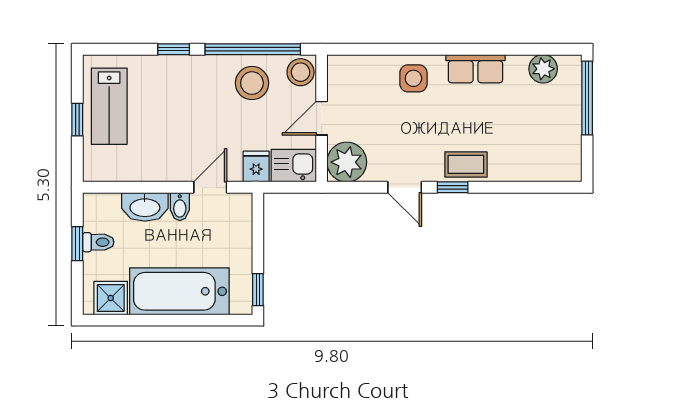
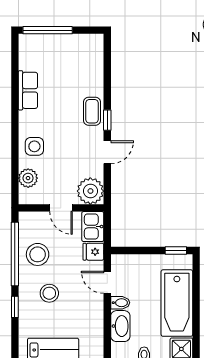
row of seats: (475, 69) -> (28, 90), moved
plant: (543, 69) -> (28, 178), moved
stool: (301, 72) -> (49, 293), moved

